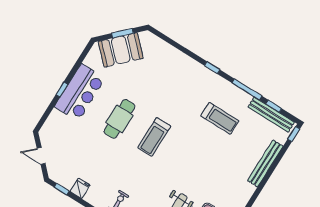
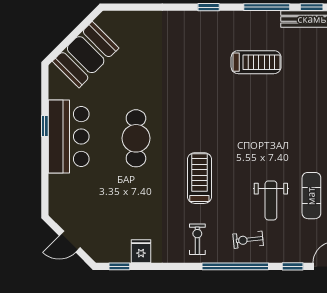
window: (122, 33) -> (75, 33), removed
window: (62, 89) -> (45, 126), moved
treadmill: (154, 137) -> (199, 178), moved, turned 180

